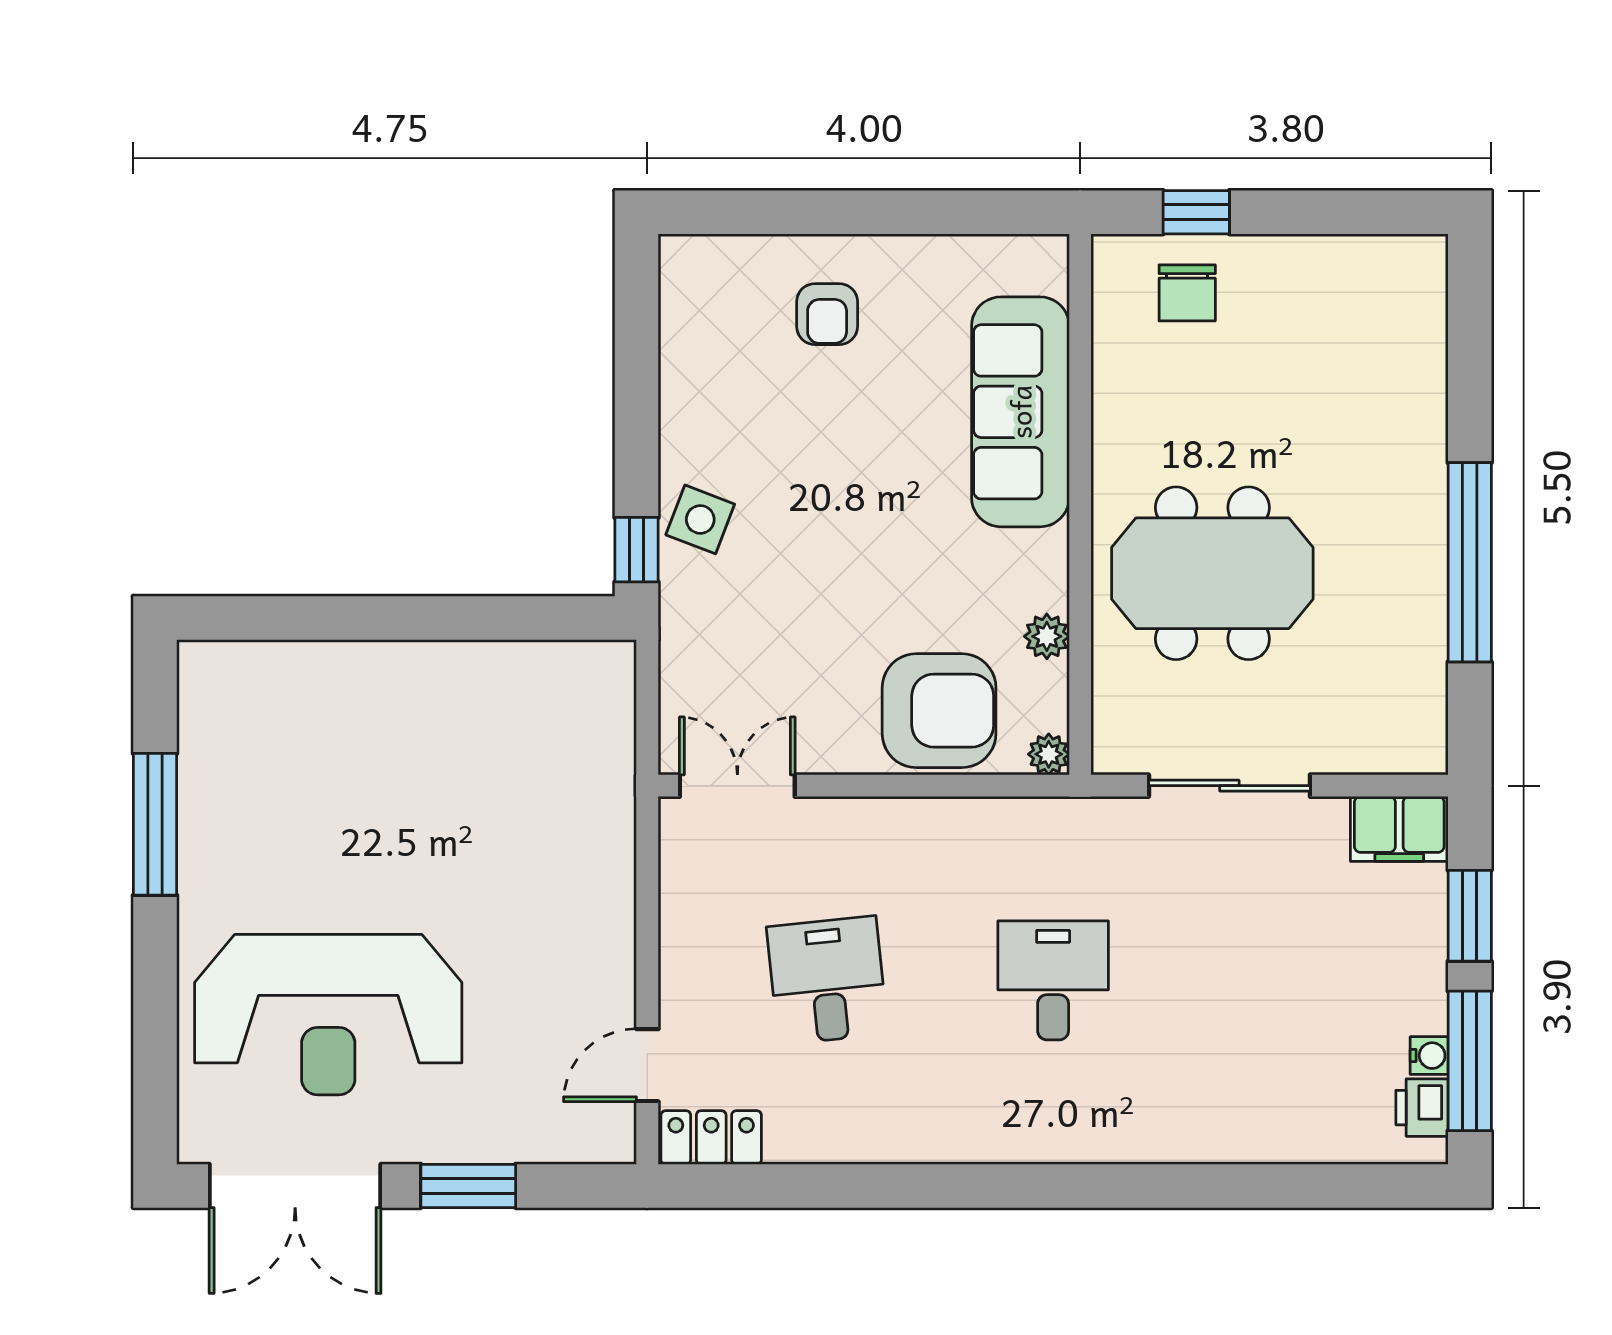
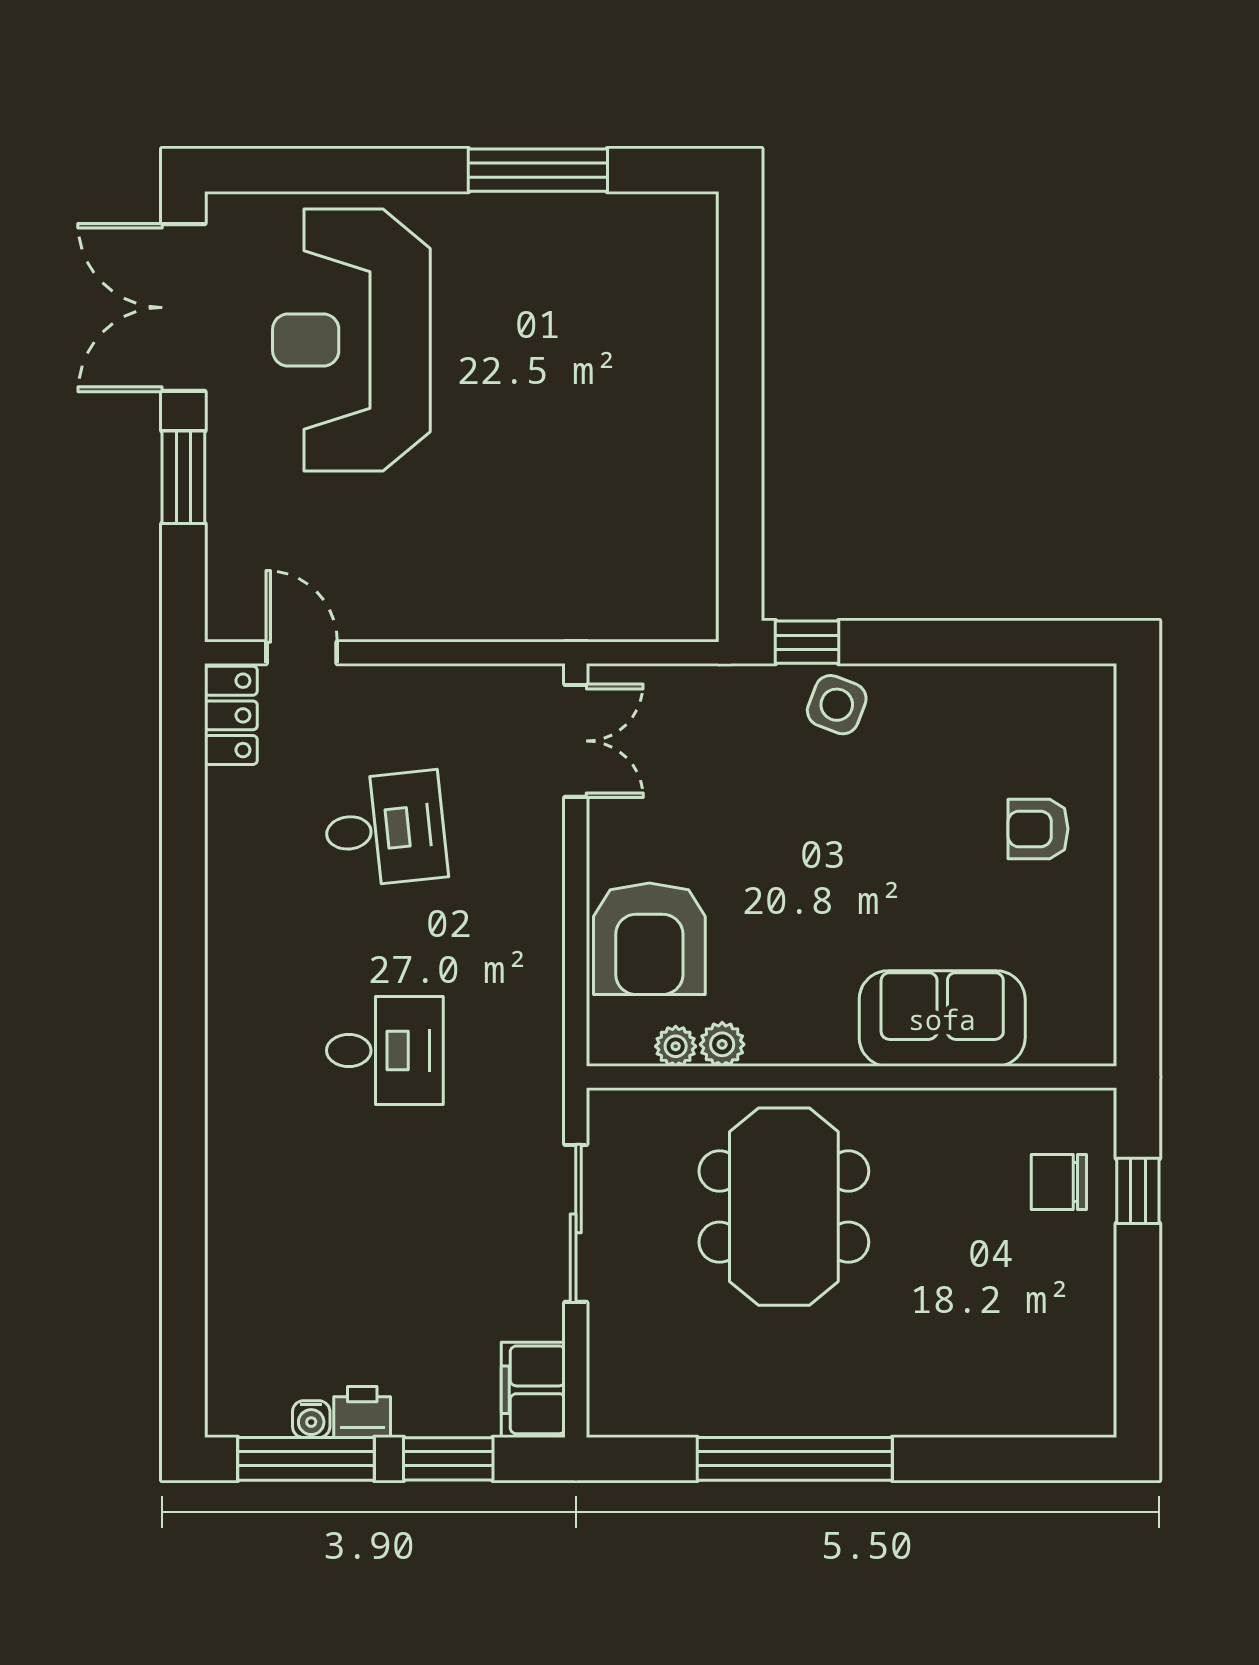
sofa: (1020, 412) -> (942, 1019), width x0.73
plant: (1049, 754) -> (676, 1046), moved
printer: (1422, 1108) -> (362, 1412), moved

